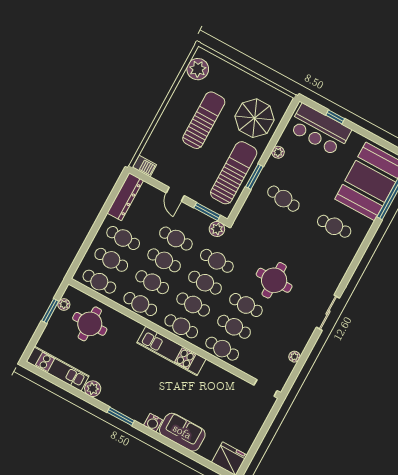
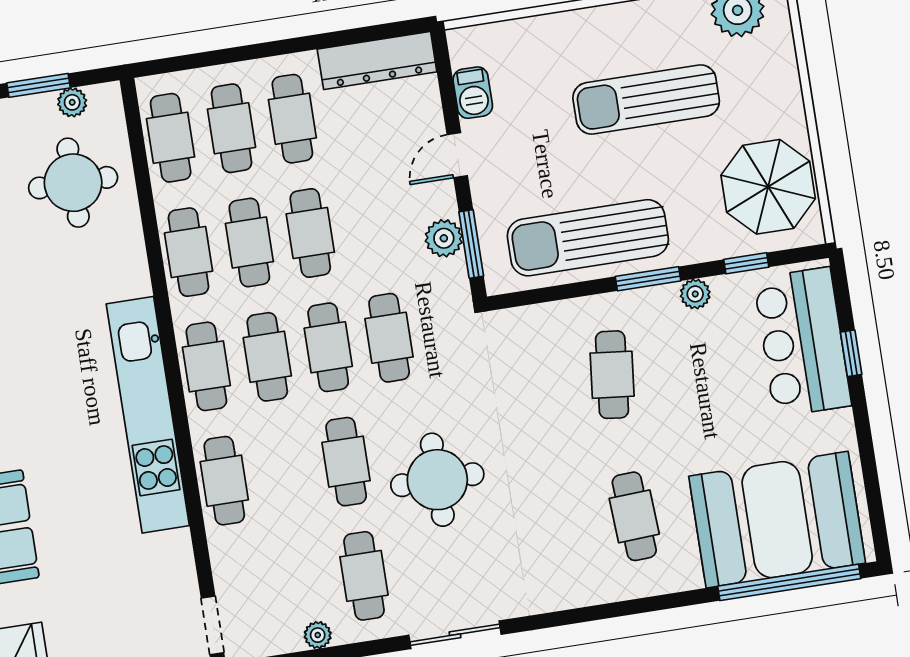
parasol: (255, 118) -> (768, 187), moved
sun lounger: (204, 120) -> (646, 100), turned 180
window: (281, 128) -> (746, 263), added
barbecue: (145, 166) -> (473, 93), moved
sun lounger: (234, 173) -> (588, 238), turned 180
window: (254, 177) -> (648, 279), moved
plant: (217, 229) -> (444, 238), moved
cafe table: (176, 239) -> (371, 223), removed
cafe table: (234, 327) -> (364, 576), moved
kitchen unit: (171, 351) -> (148, 415), width x1.36

